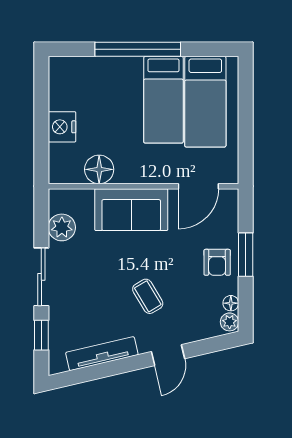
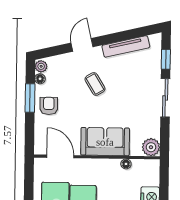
floor lamp: (99, 169) -> (126, 164), width x0.53, depth x0.53
door: (198, 186) -> (60, 156), hinge flipped
plant: (62, 227) -> (151, 147), moved
window: (246, 255) -> (30, 98), moved

